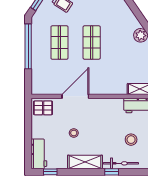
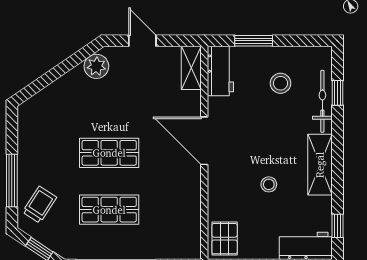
door: (75, 96) -> (204, 141), moved
window: (112, 172) -> (338, 93), moved

